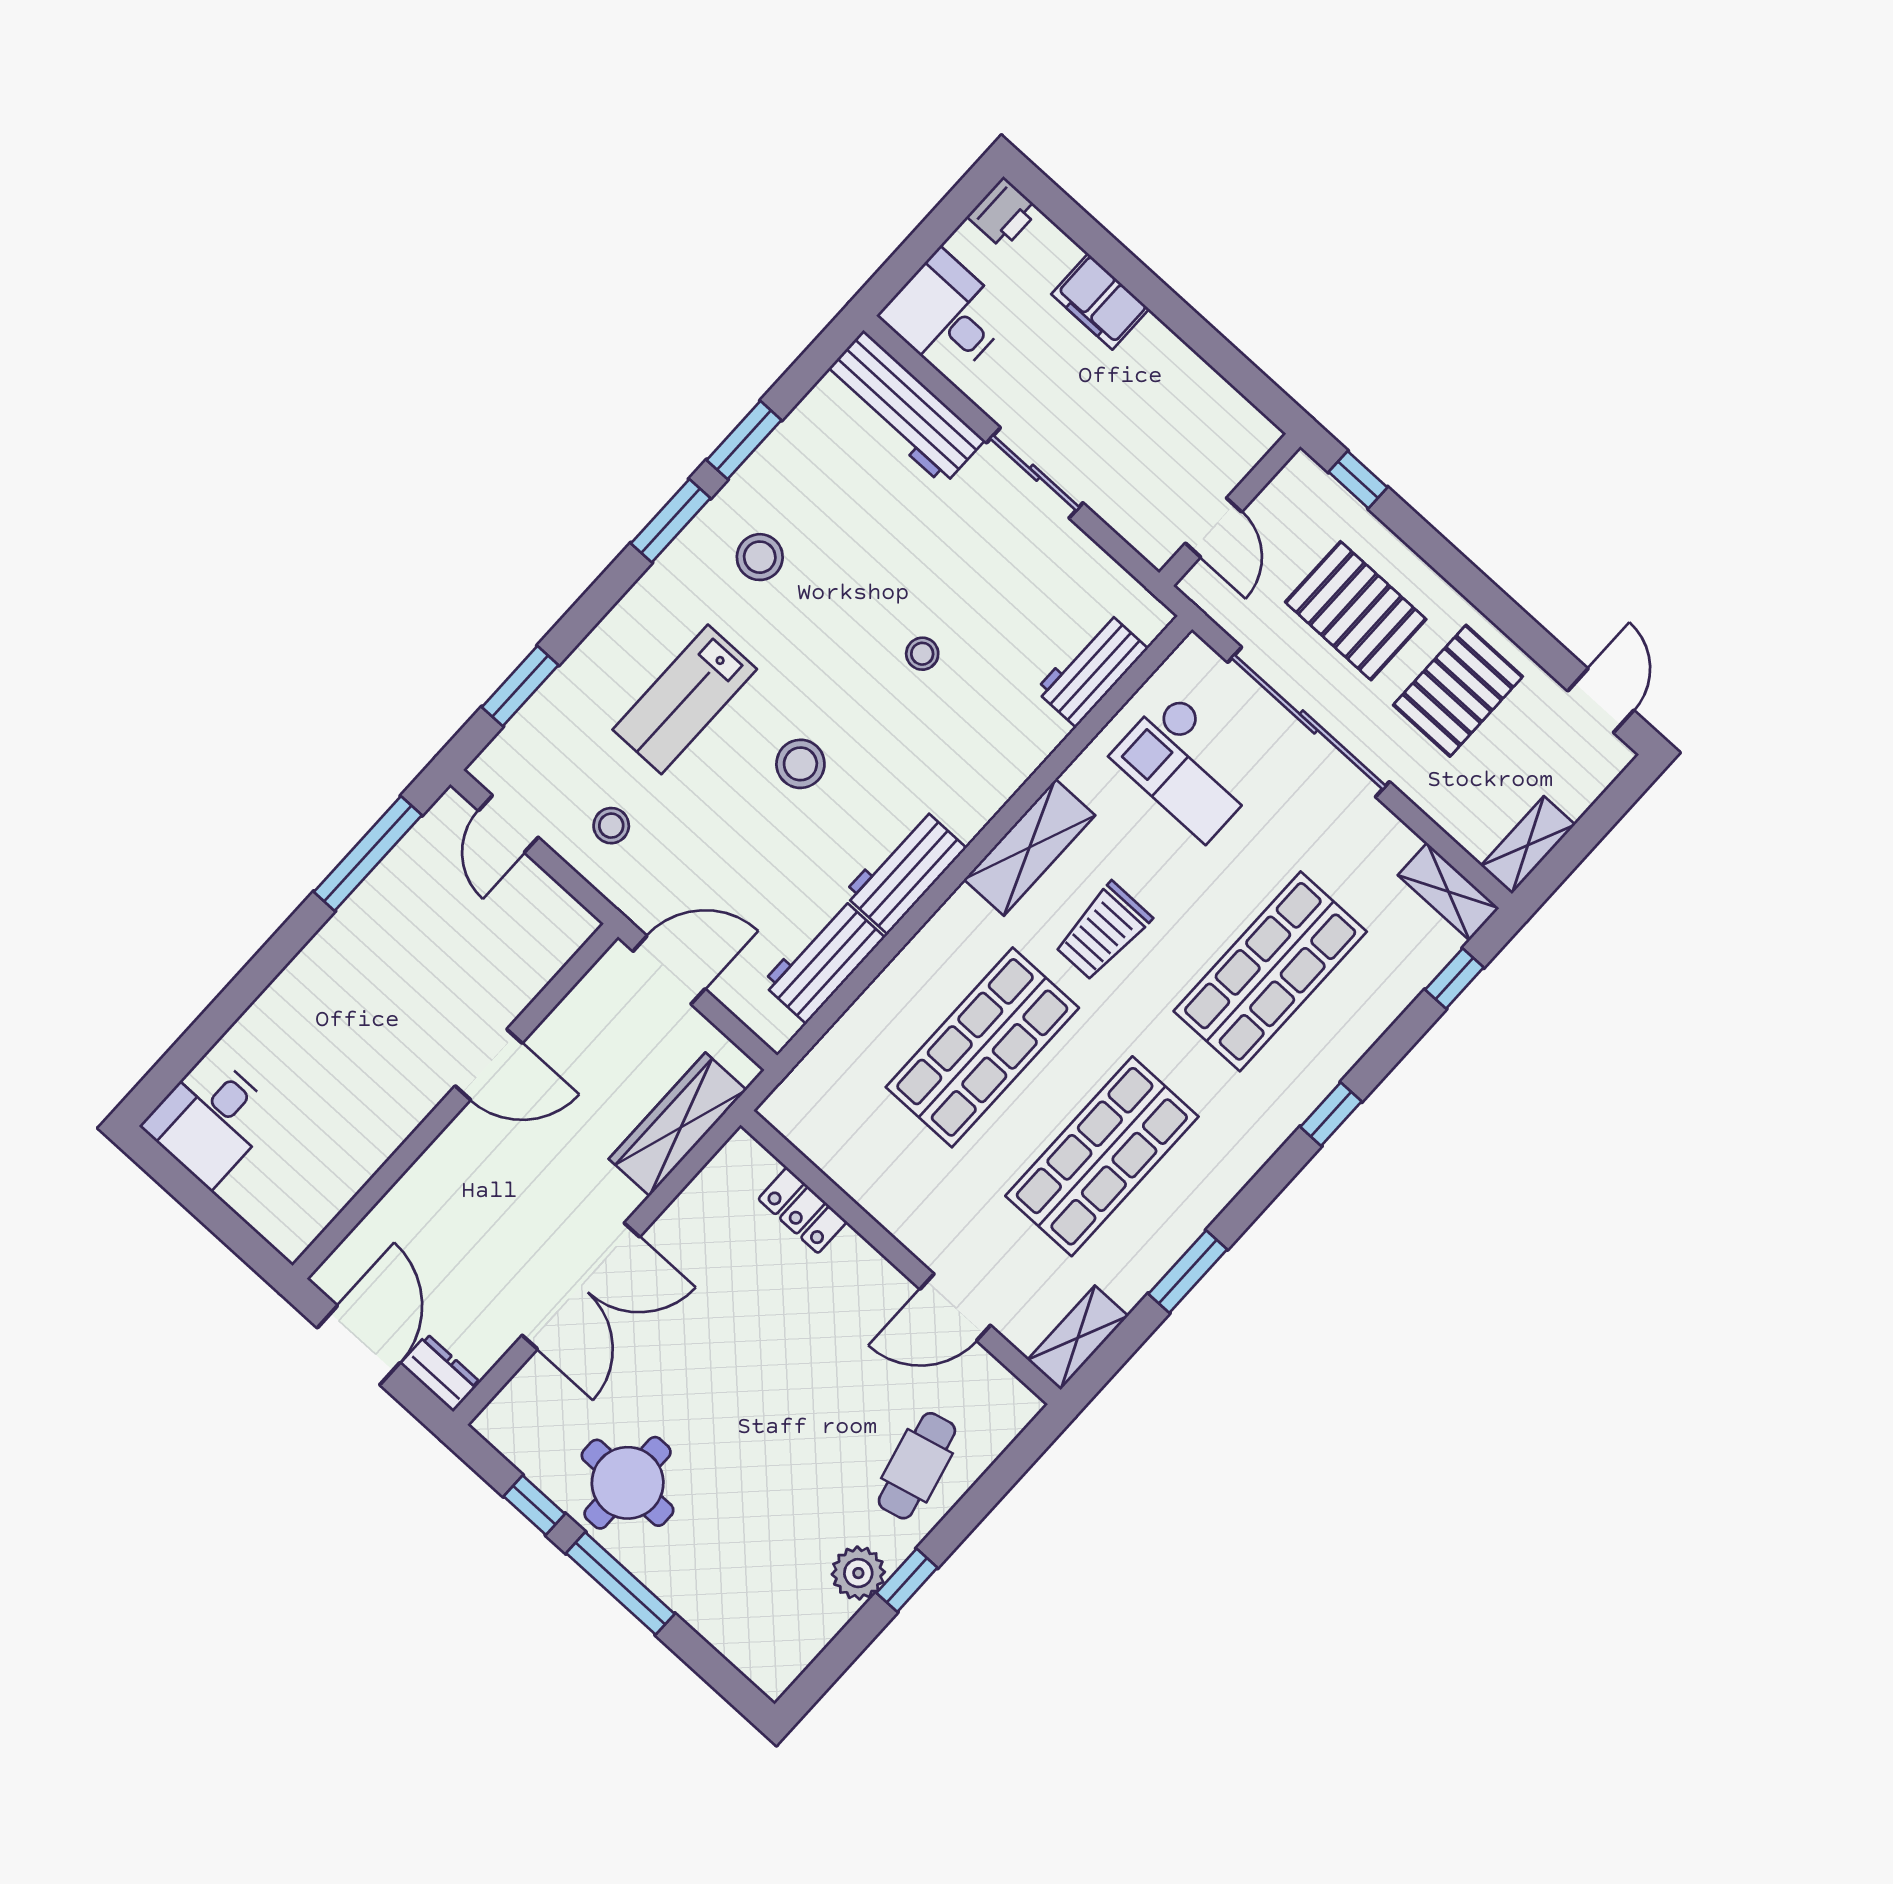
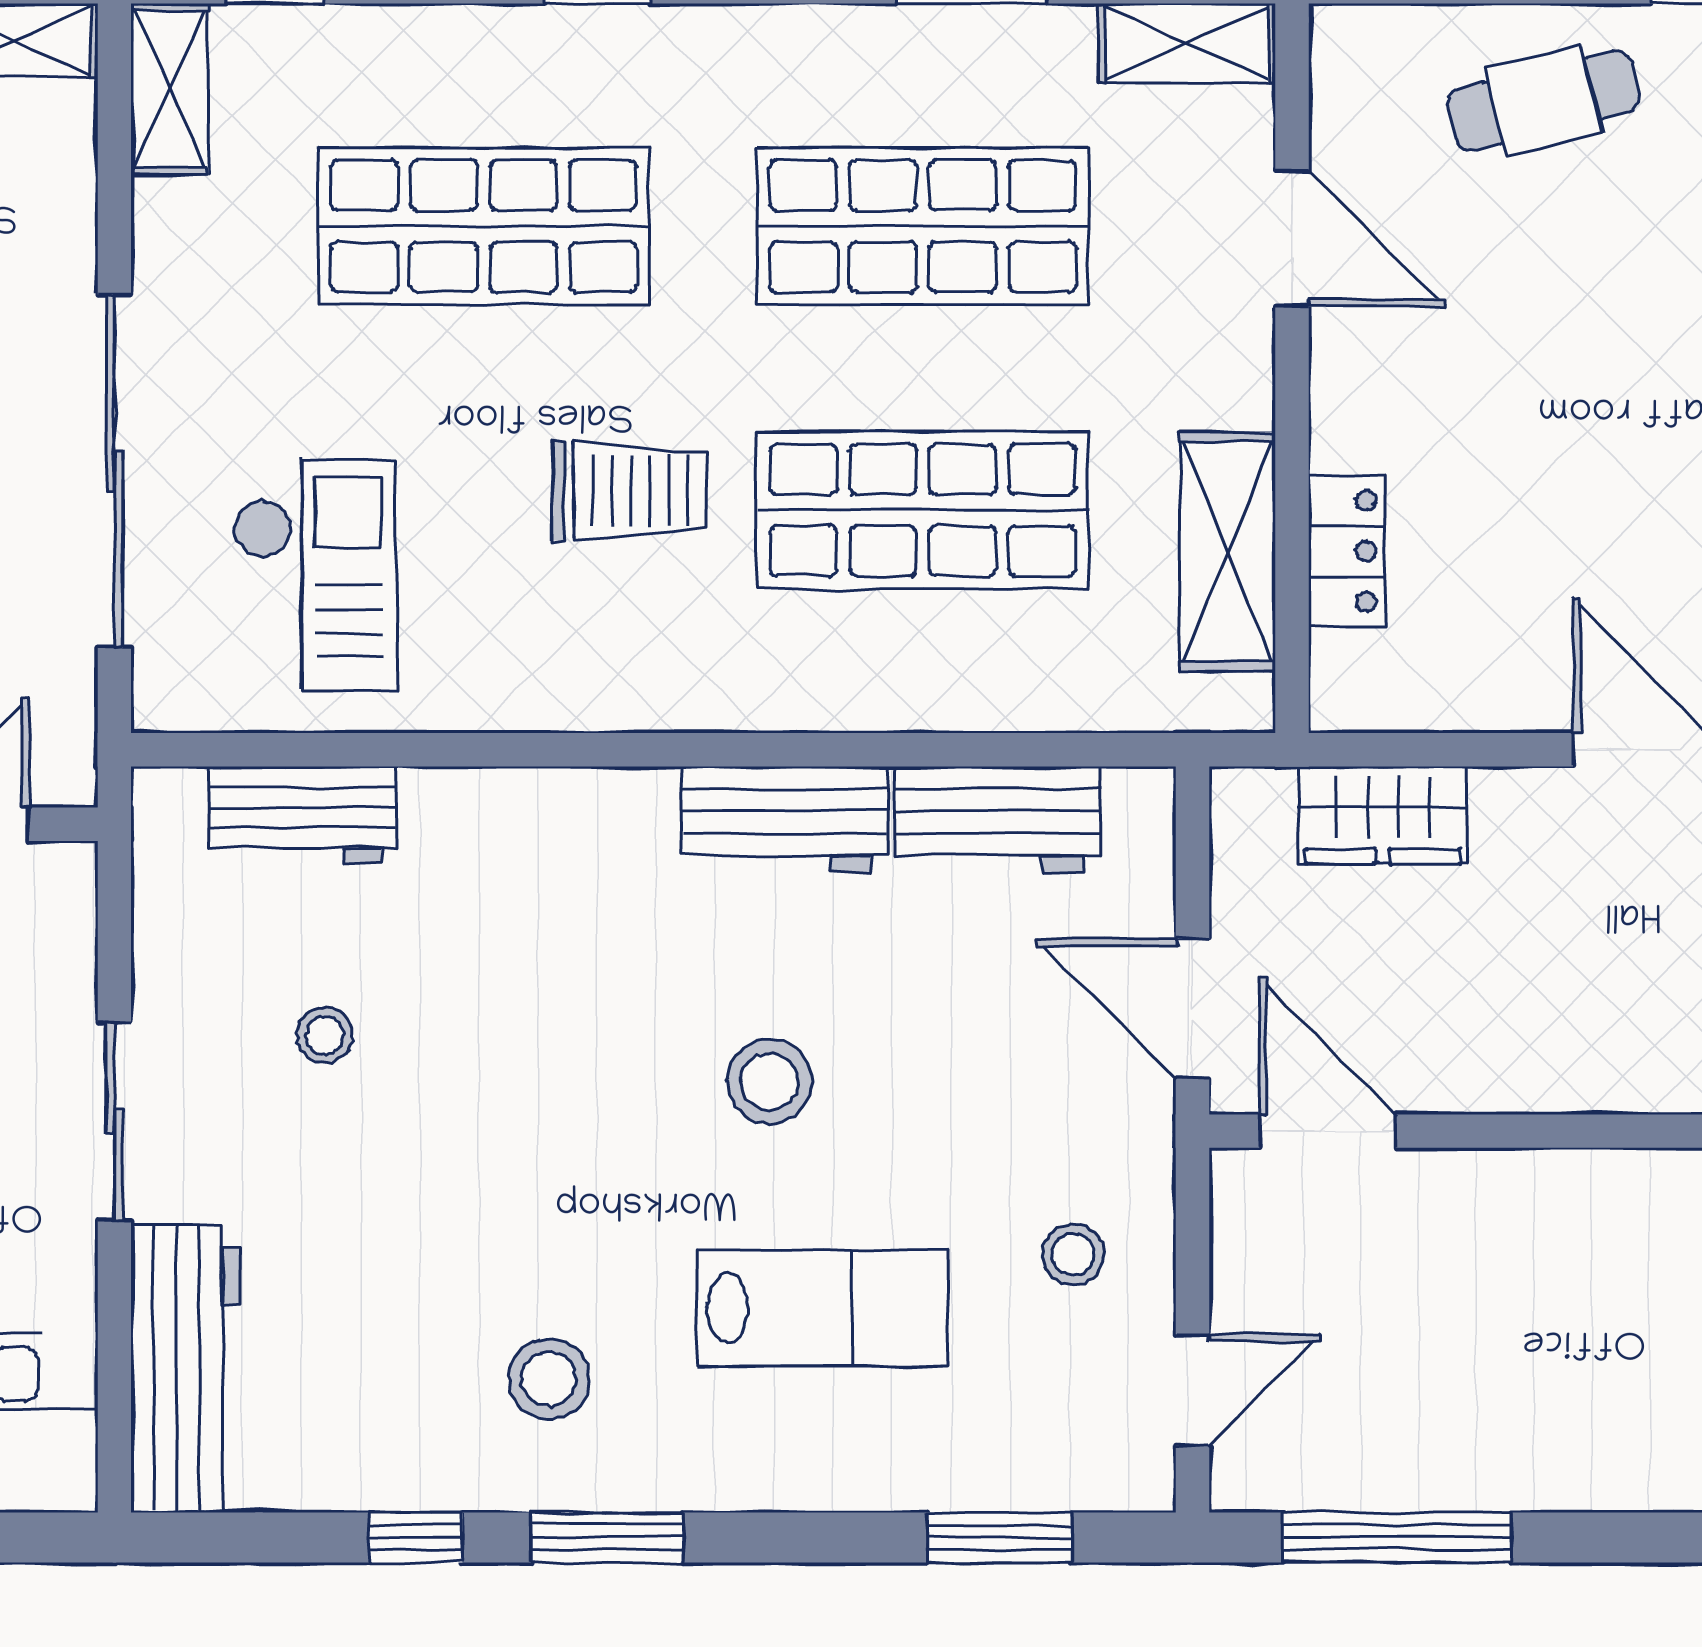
window: (744, 440) -> (415, 1538), width x0.67
stool: (922, 654) -> (325, 1035), moved
shelving: (1030, 847) -> (1228, 552), moved, turned 90
door: (489, 1064) -> (1327, 1131), moved
wardrobe: (678, 1124) -> (1383, 815), width x0.67

